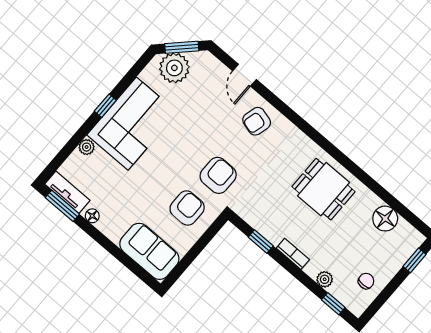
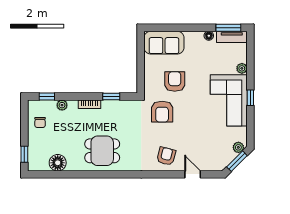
plant: (174, 68) -> (238, 147), width x0.53, depth x0.53
armchair: (187, 208) -> (175, 82), moved, turned 180

